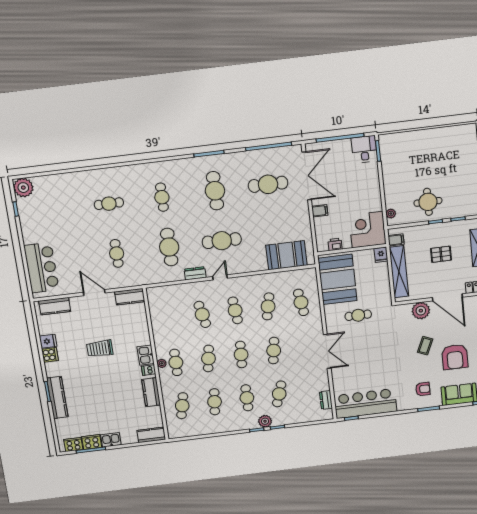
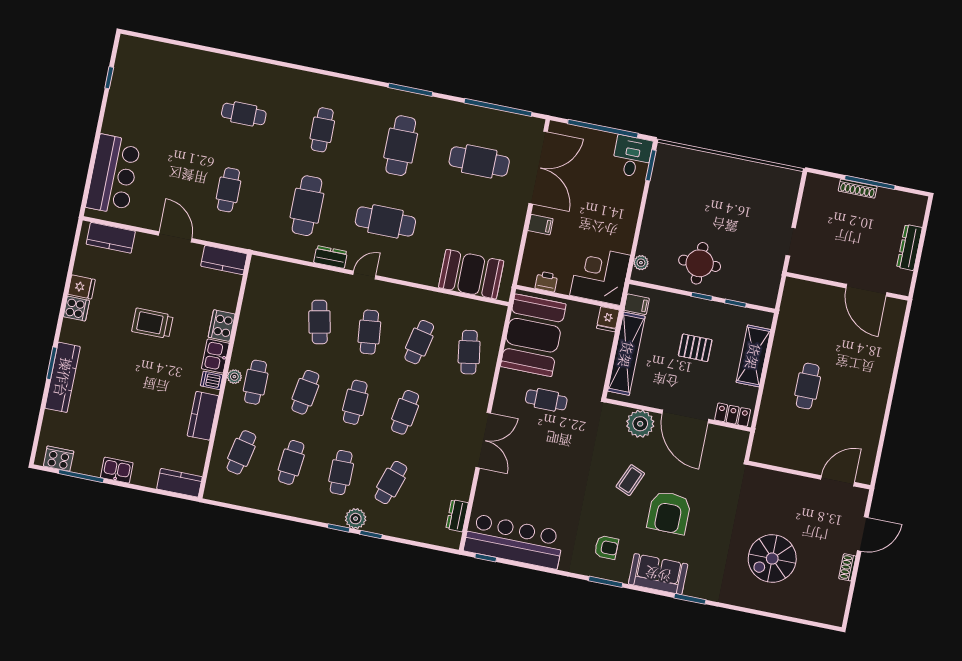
plant: (23, 188) -> (132, 51), removed
cooker: (92, 442) -> (222, 326), moved, turned -90

